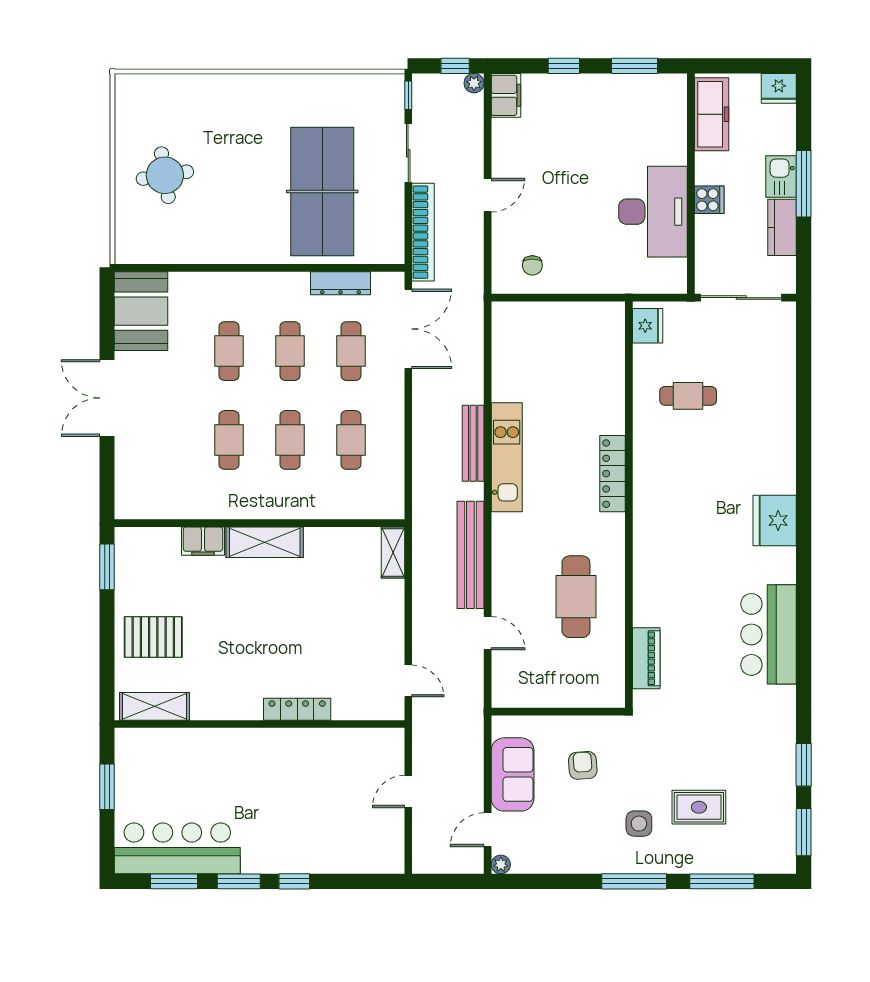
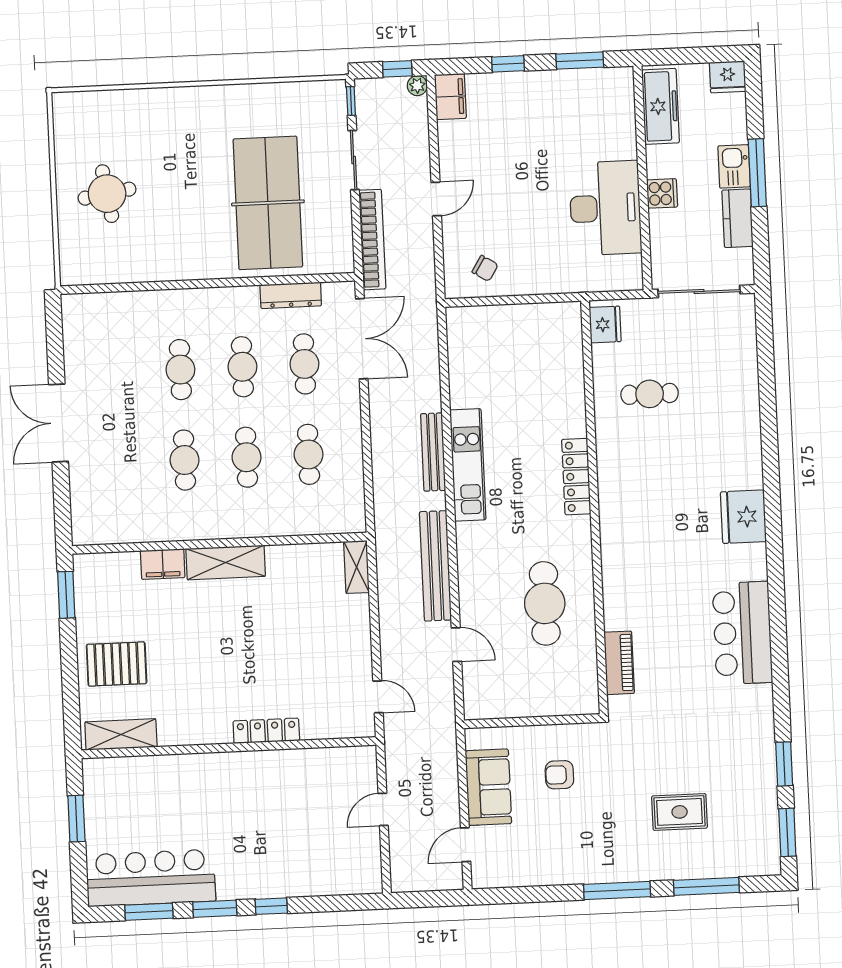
chair: (532, 265) -> (485, 268), turned -58
booth: (141, 311) -> (89, 333), removed
armchair: (583, 765) -> (559, 775), turned -86
side table: (639, 824) -> (619, 831), removed
plant: (501, 864) -> (481, 879), removed

